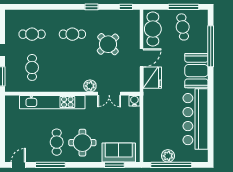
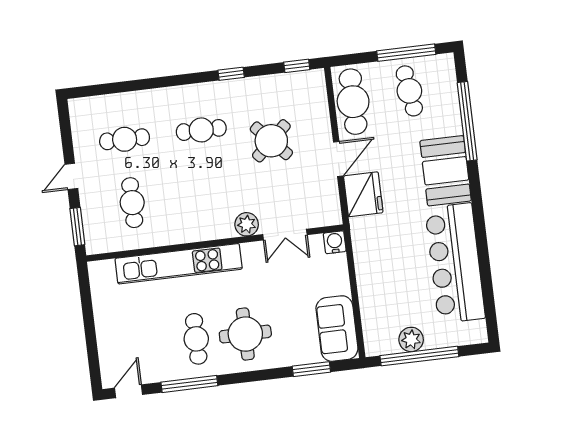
sofa: (119, 153) -> (337, 329), moved, turned -90

